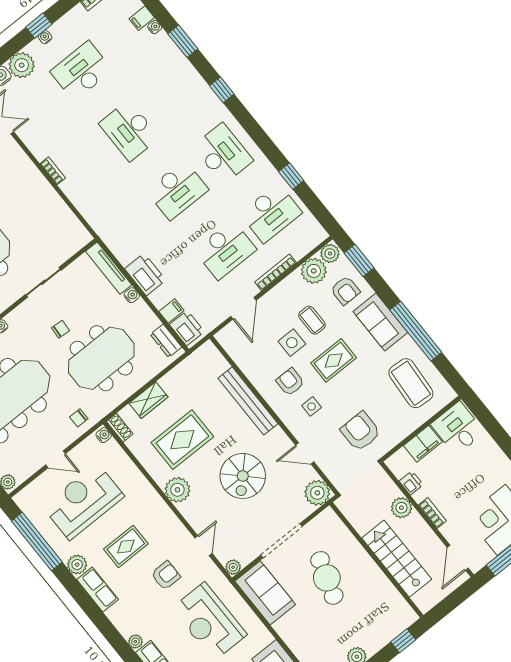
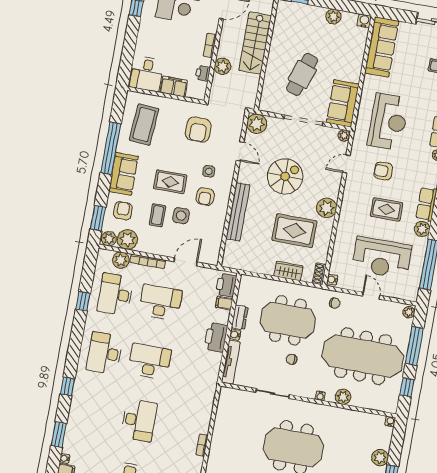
desk: (271, 213) -> (115, 294), turned -90
plant: (299, 247) -> (121, 260), added
dresser: (166, 341) -> (240, 317), moved

